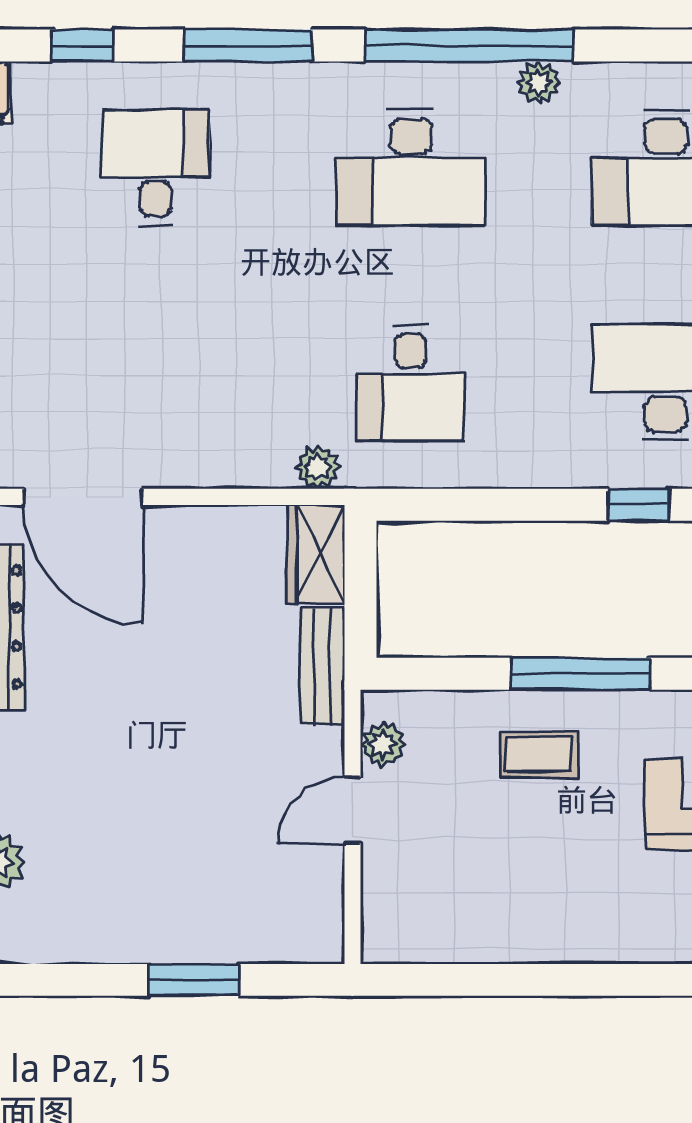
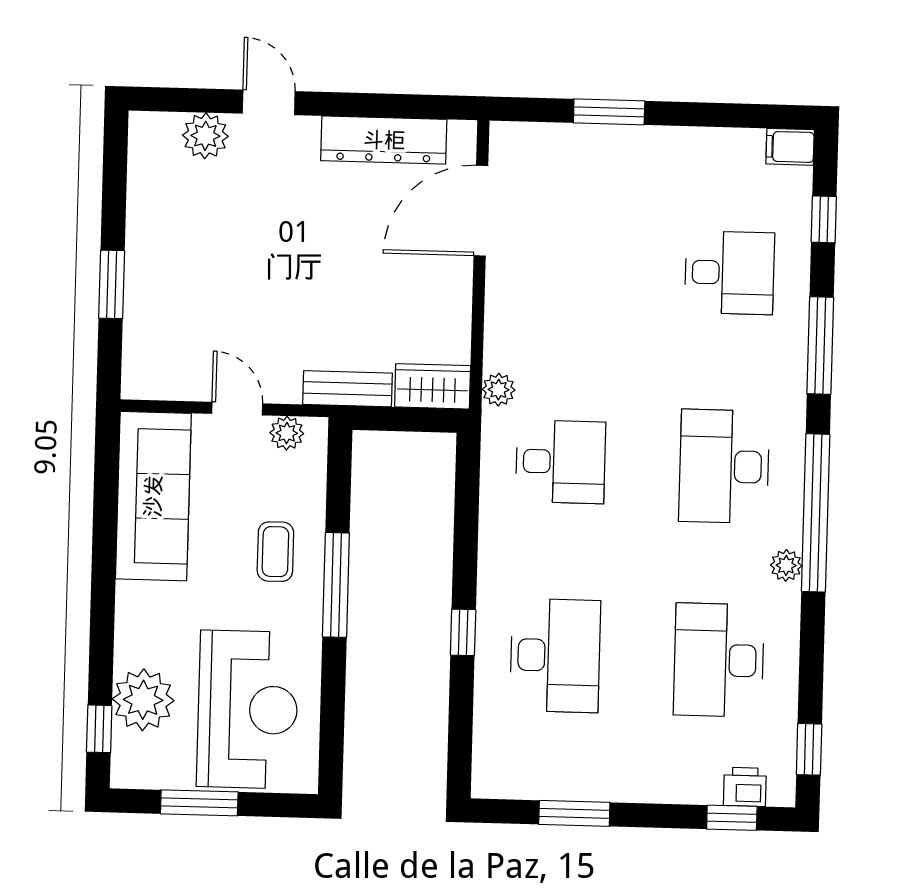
desk: (411, 383) -> (561, 462), turned 180
sofa: (471, 917) -> (153, 496), added

